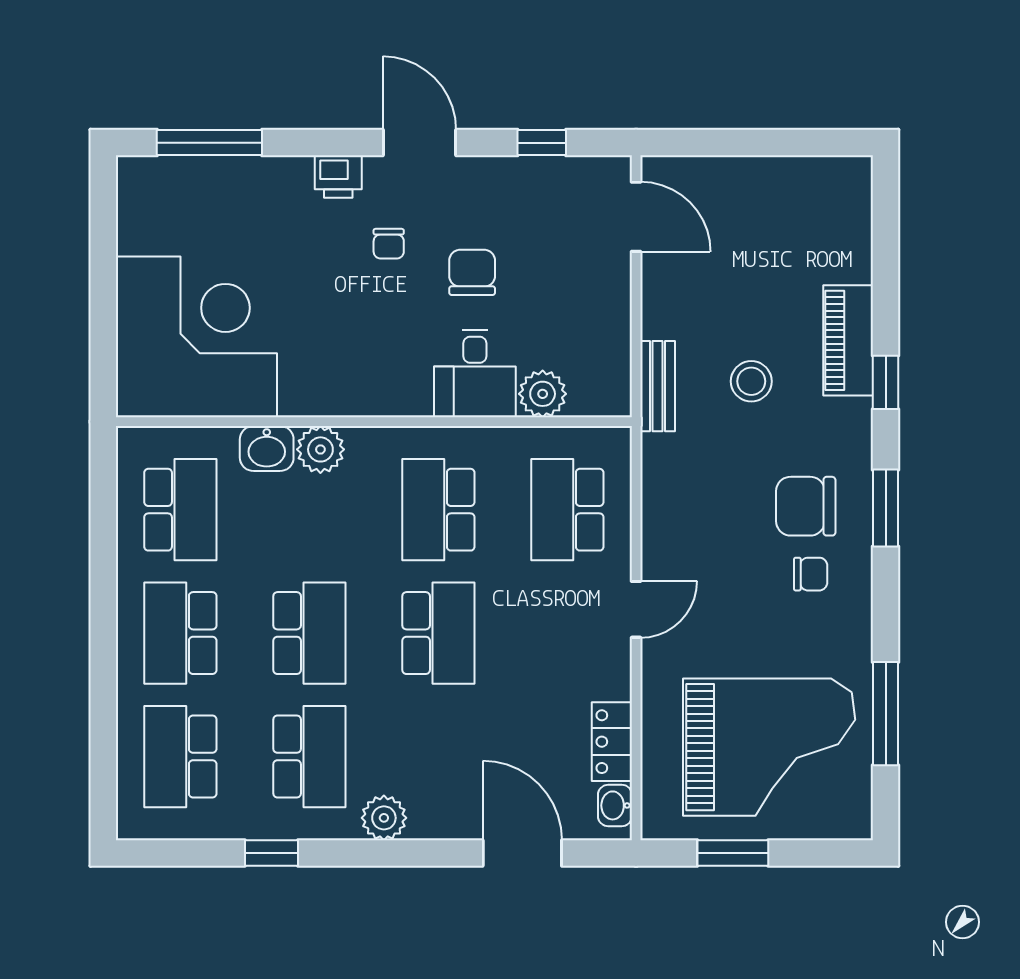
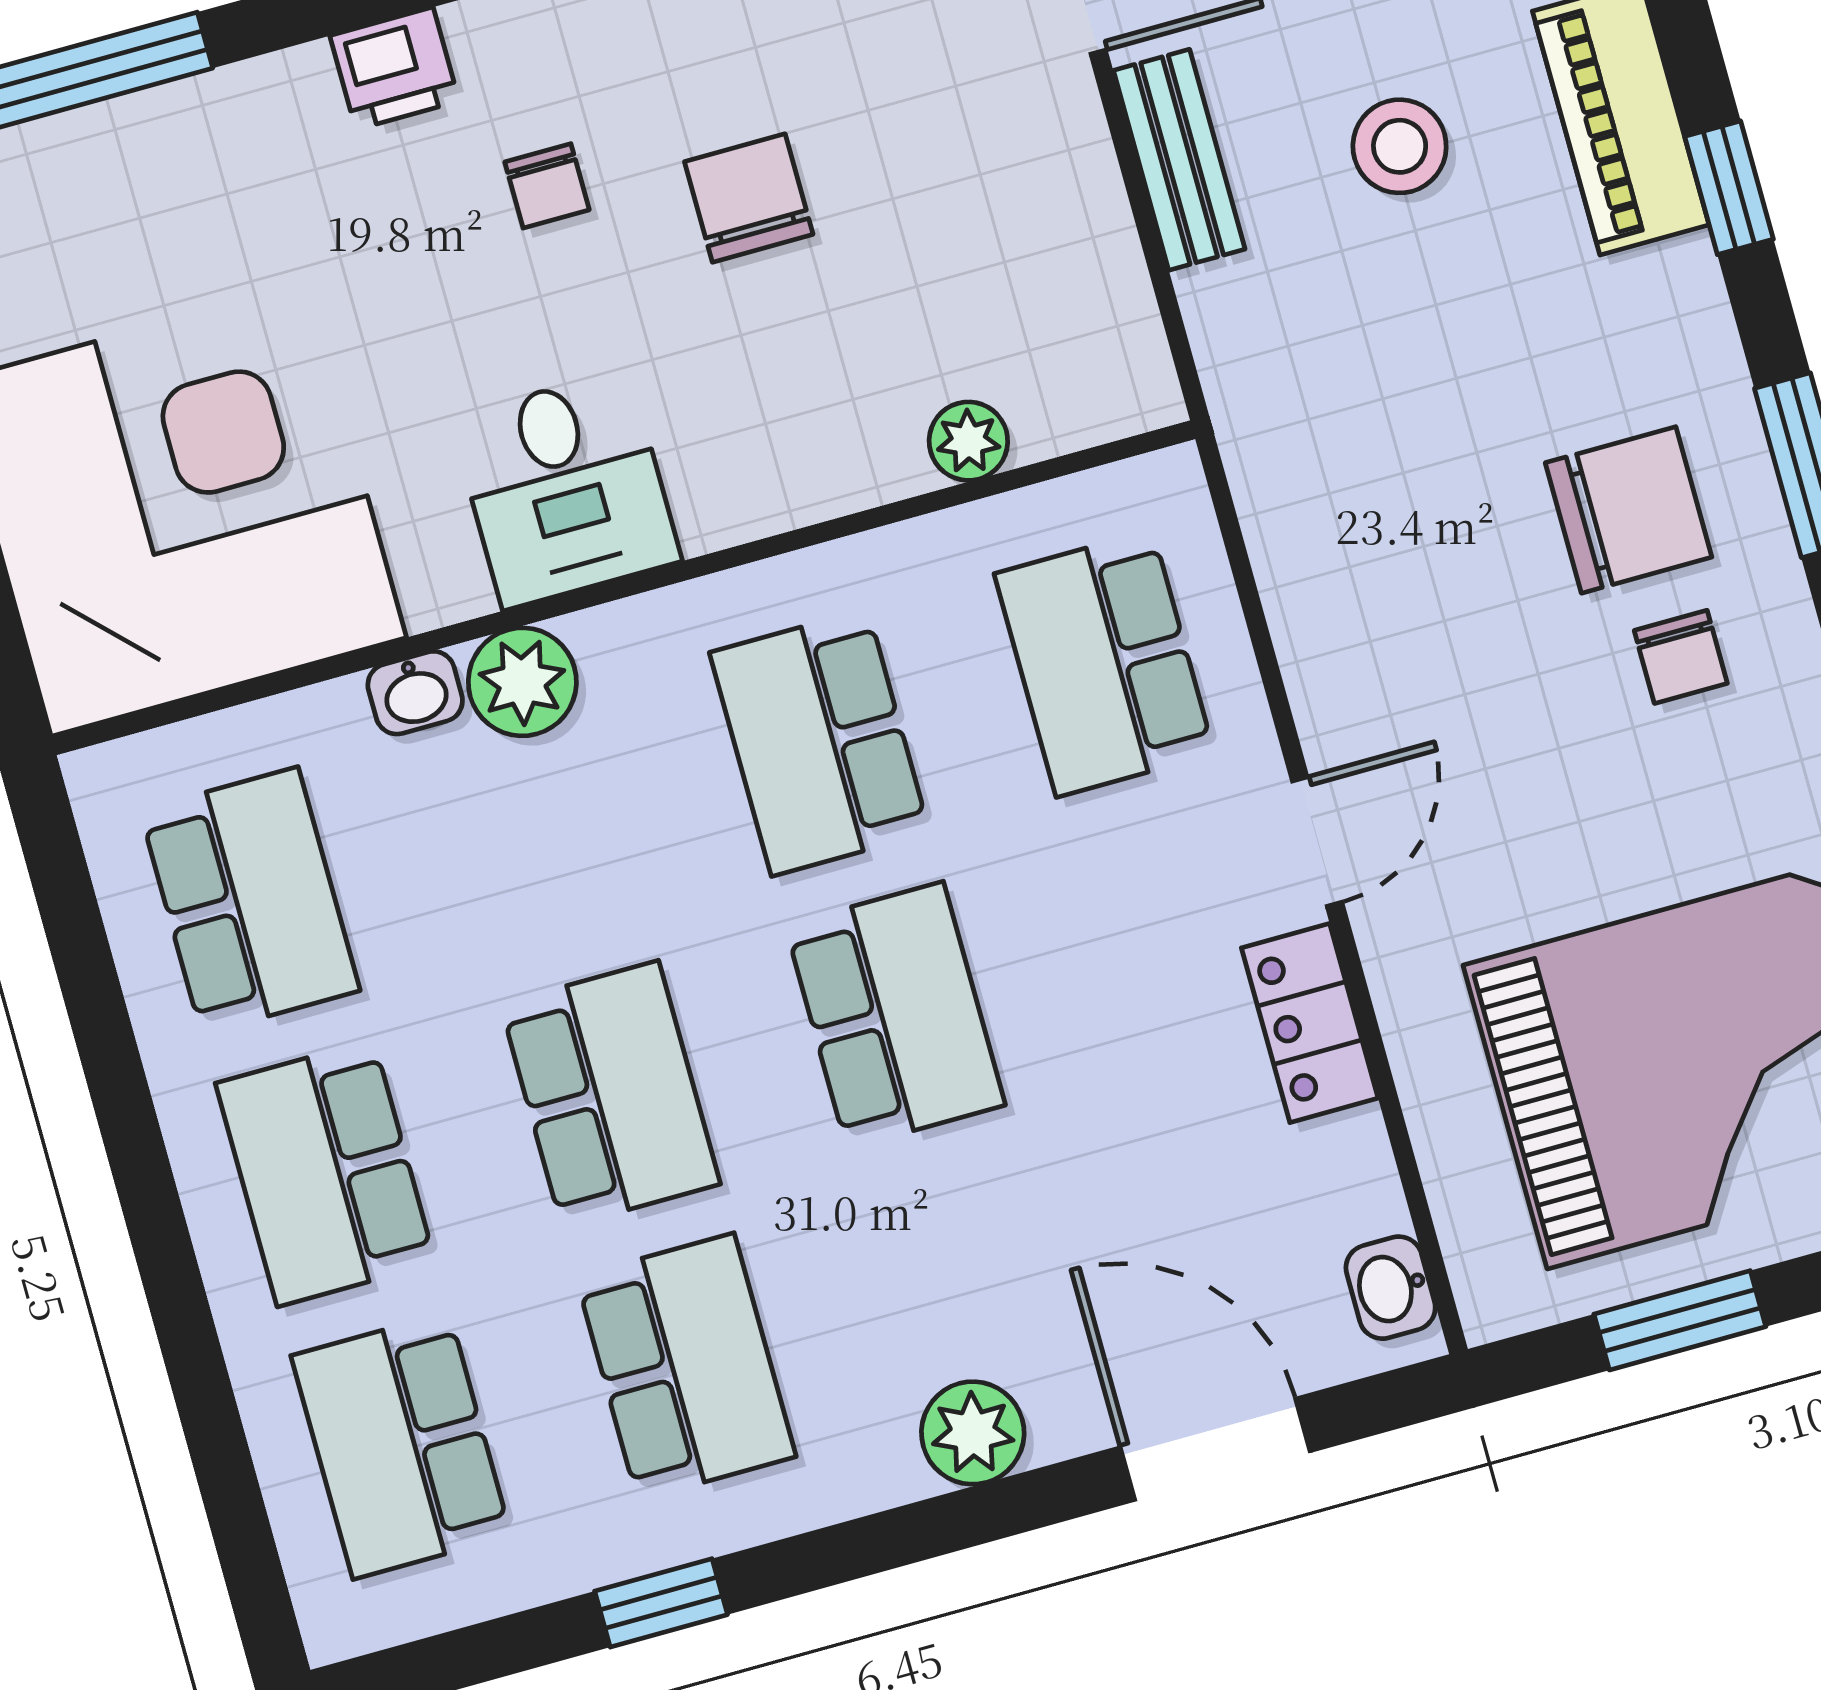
desk: (475, 373) -> (566, 489), moved
stool: (751, 381) -> (1400, 146), moved
bench: (658, 386) -> (1179, 160), moved
plant: (543, 394) -> (968, 441), width x0.73, depth x0.73
washbasin: (267, 449) -> (415, 693), width x0.72, depth x0.69
chair: (806, 506) -> (1629, 510), turned 180
chair: (811, 574) -> (1681, 657), turned 90
locker: (612, 742) -> (1310, 1023), moved
plant: (384, 818) -> (973, 1433), moved

